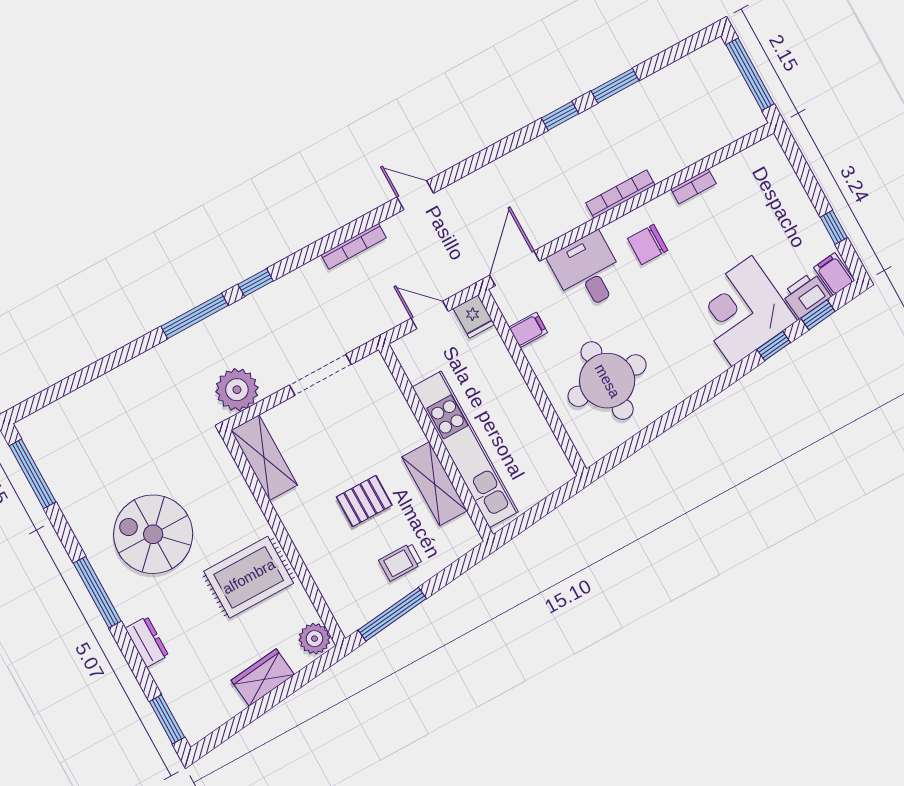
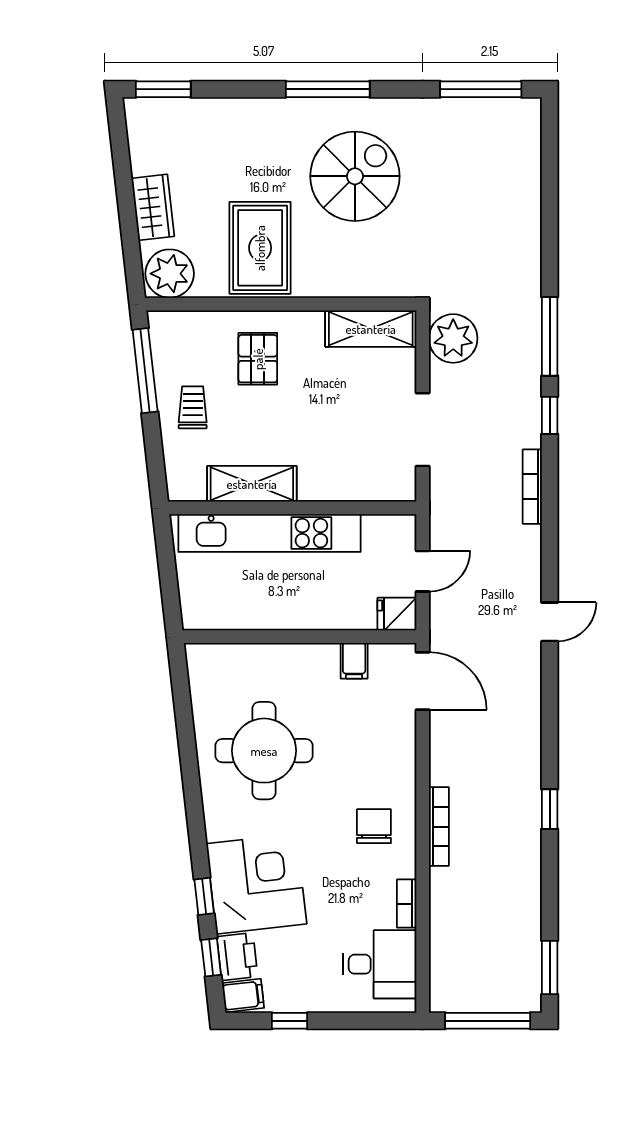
window: (615, 86) -> (550, 968), moved
bookcase: (354, 246) -> (532, 487), moved
desk: (588, 272) -> (380, 964), moved
round table: (607, 381) -> (264, 751), moved
pallet: (364, 501) -> (258, 359), moved
plant: (315, 639) -> (170, 274), width x1.36, depth x1.36
dresser: (147, 642) -> (251, 111), removed

